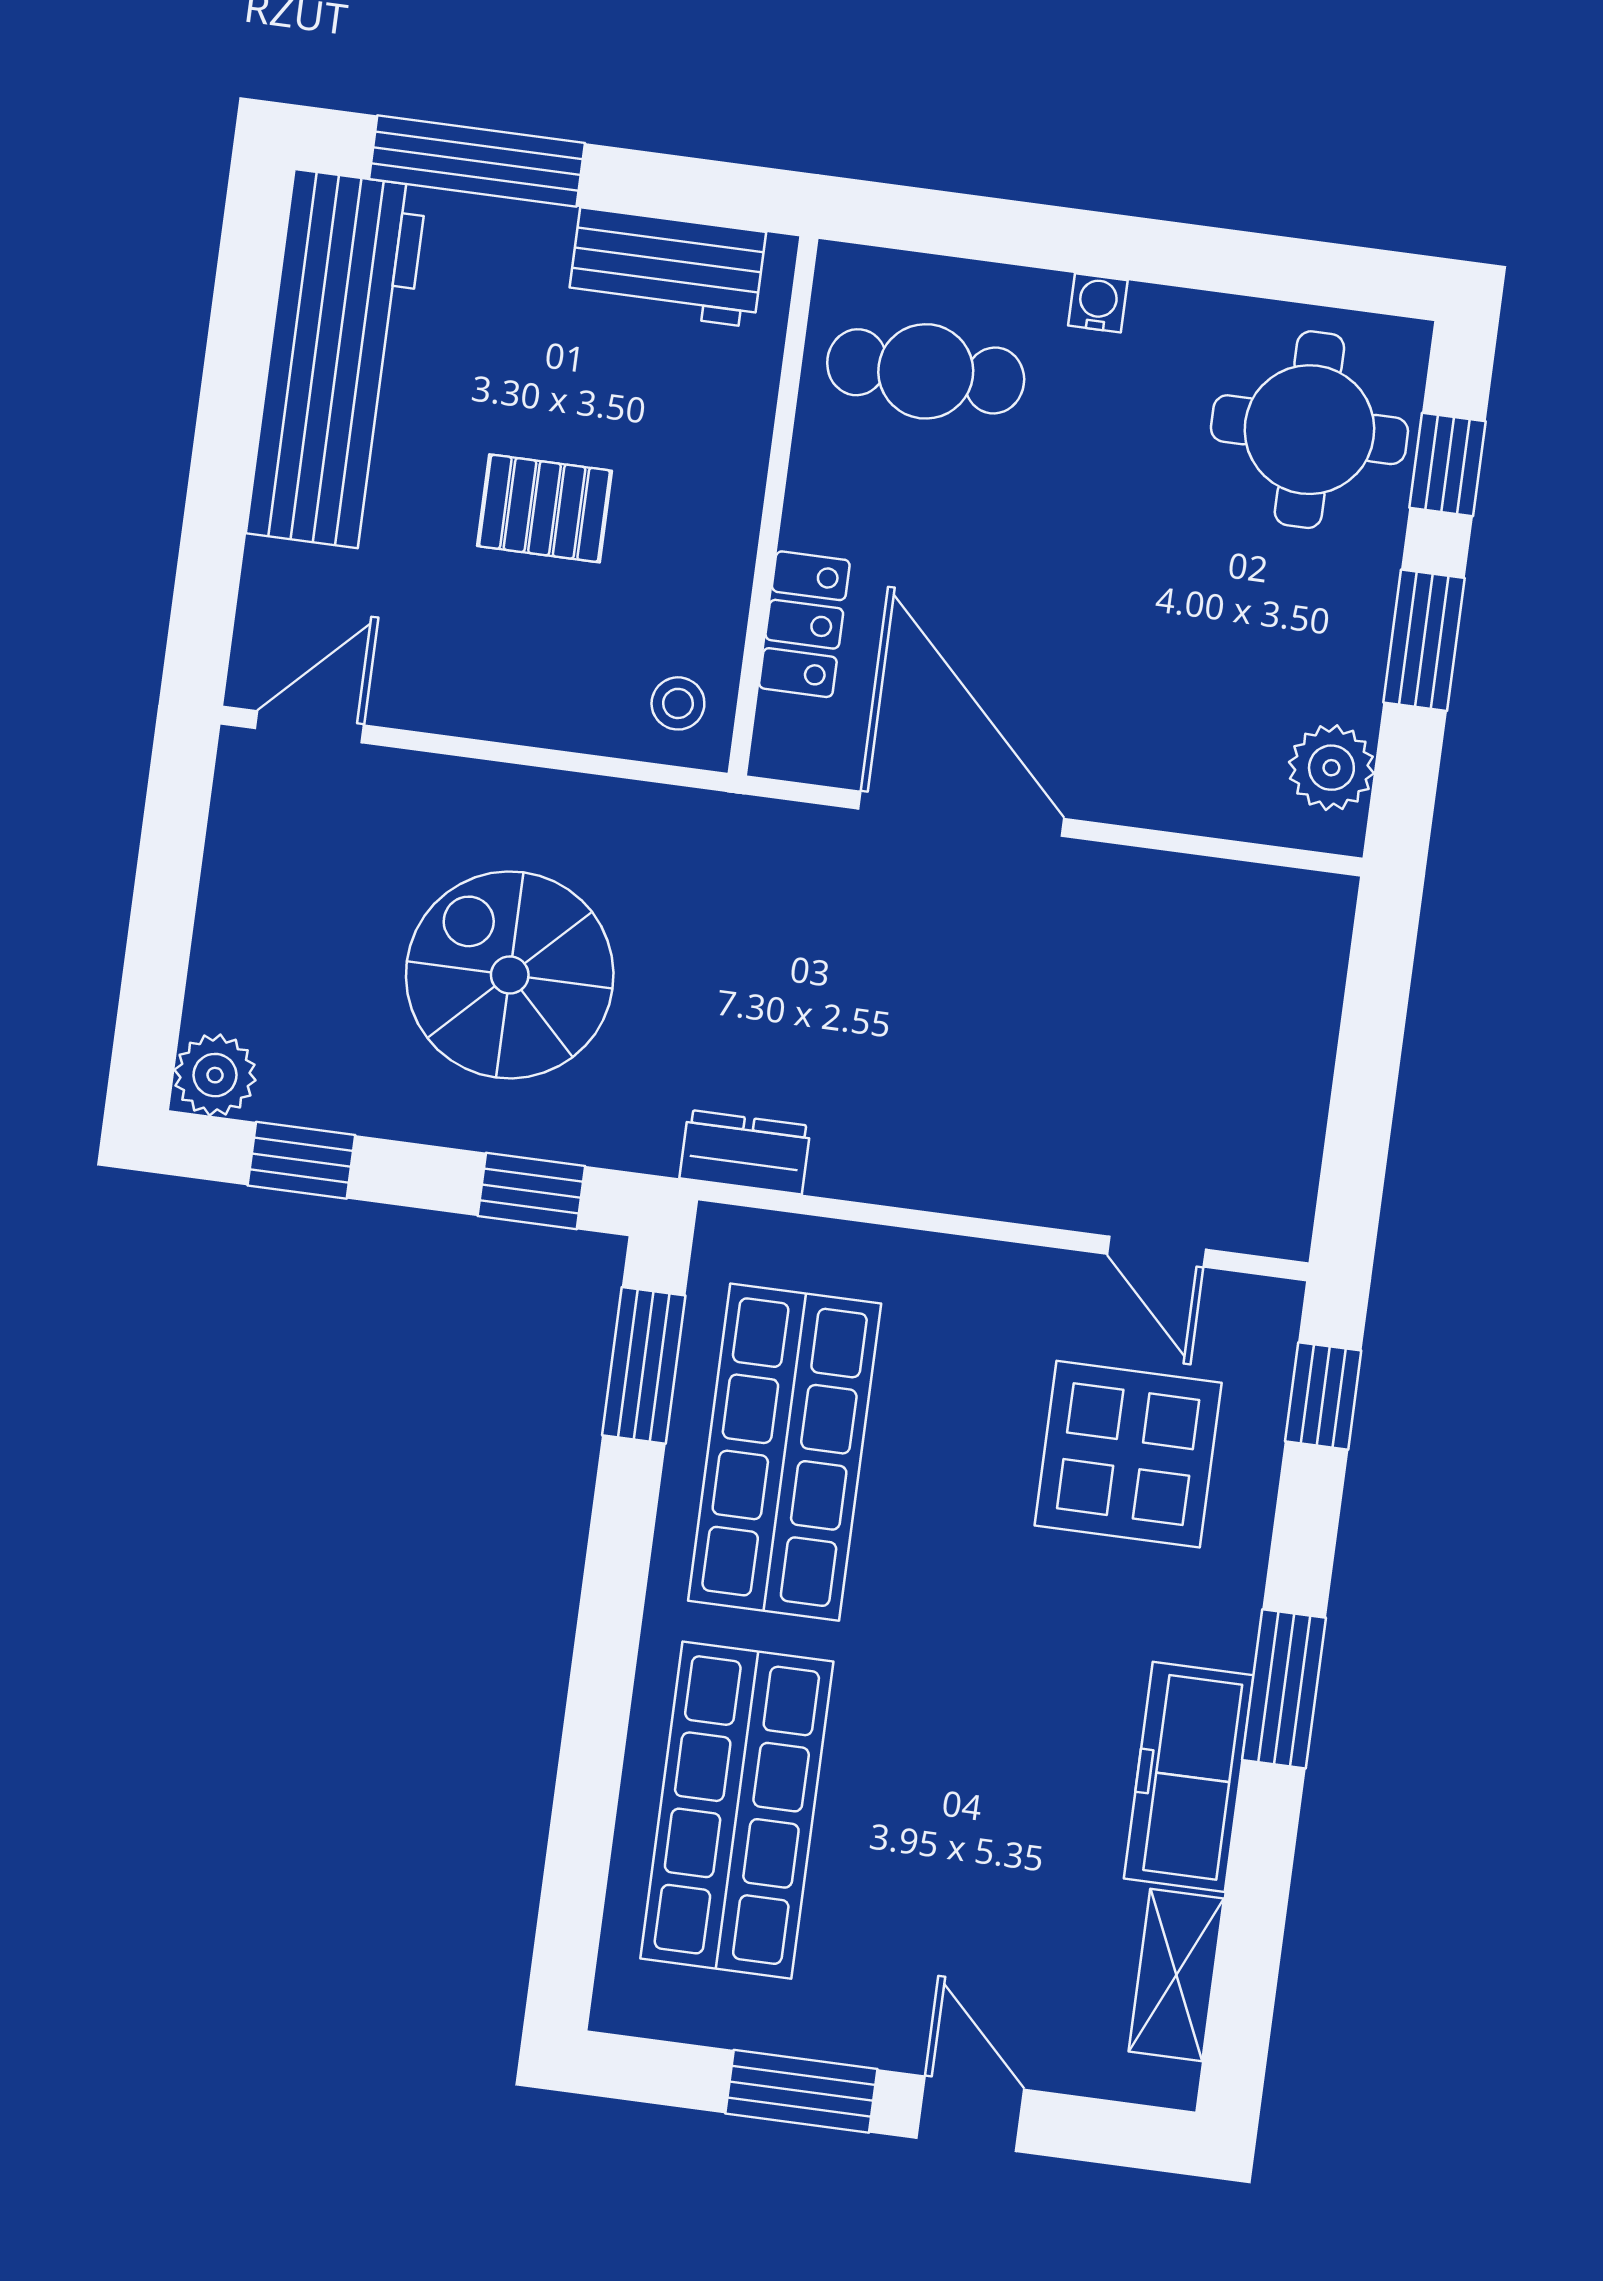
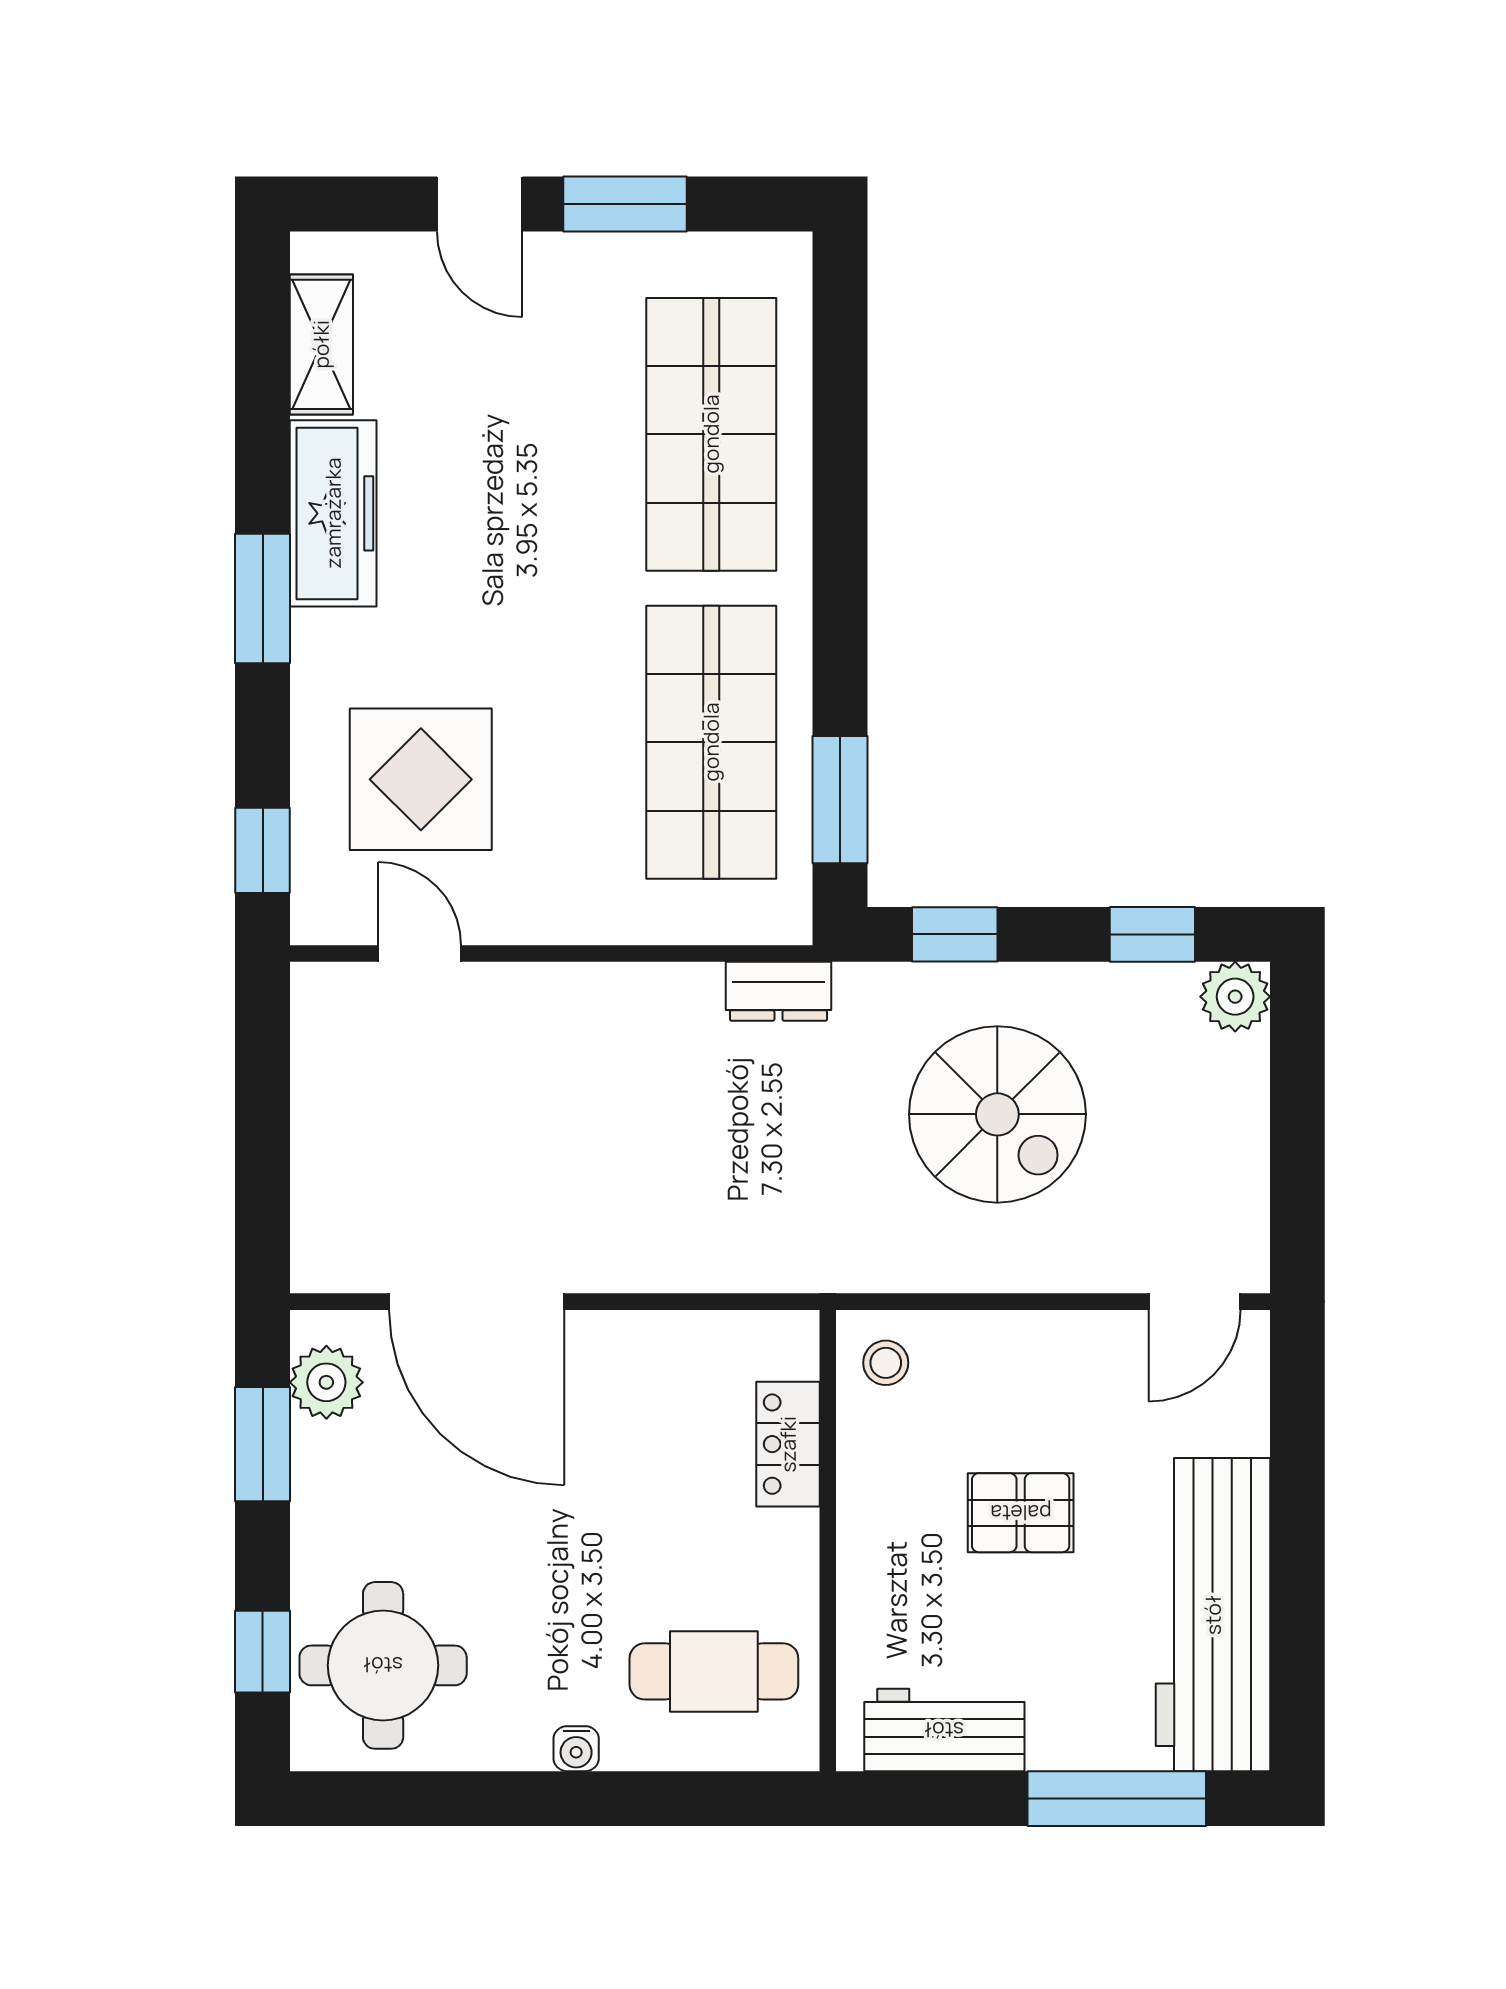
window: (1424, 640) -> (263, 1444), moved
door: (961, 814) -> (476, 1302), moved

